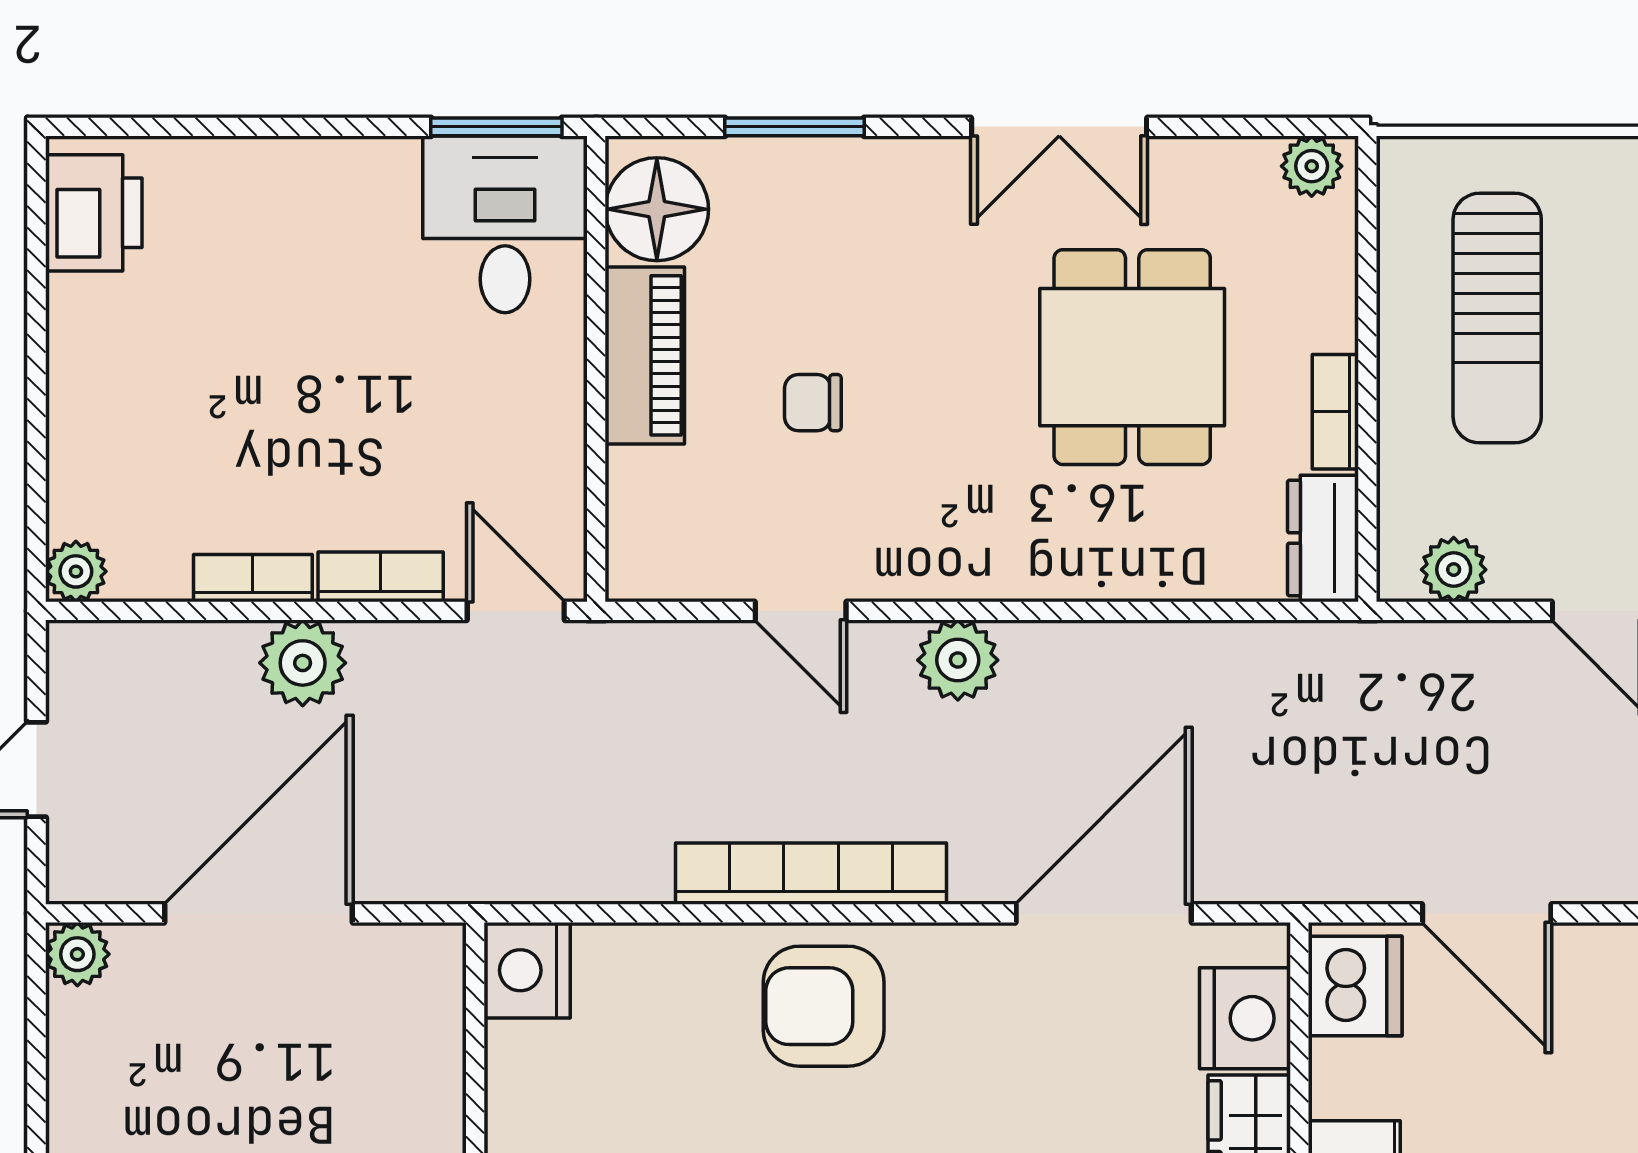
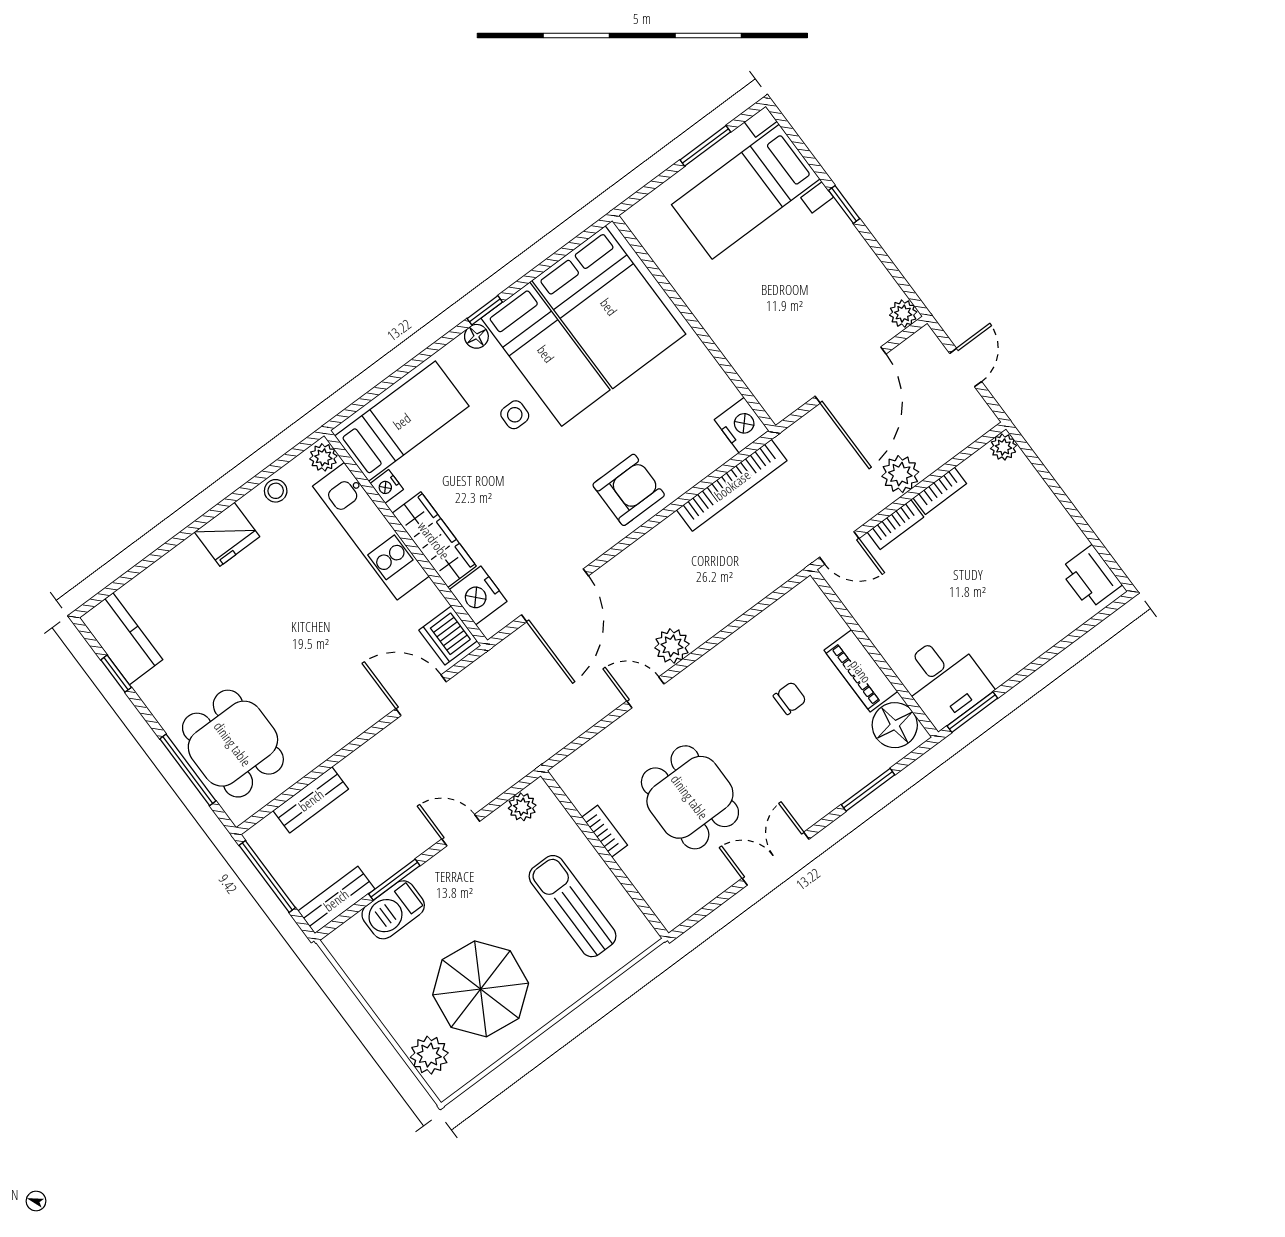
plant: (1312, 166) -> (677, 911), removed
dresser: (1323, 538) -> (576, 784), removed
door: (801, 611) -> (645, 692), moved
bookcase: (811, 874) -> (732, 485), moved

